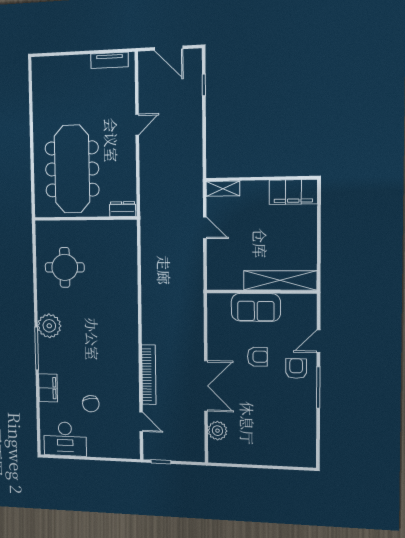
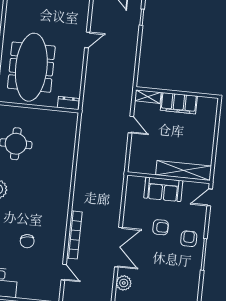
filing cabinet: (293, 192) -> (179, 103), moved
door: (318, 341) -> (210, 197), moved
chair: (91, 404) -> (27, 241), moved

